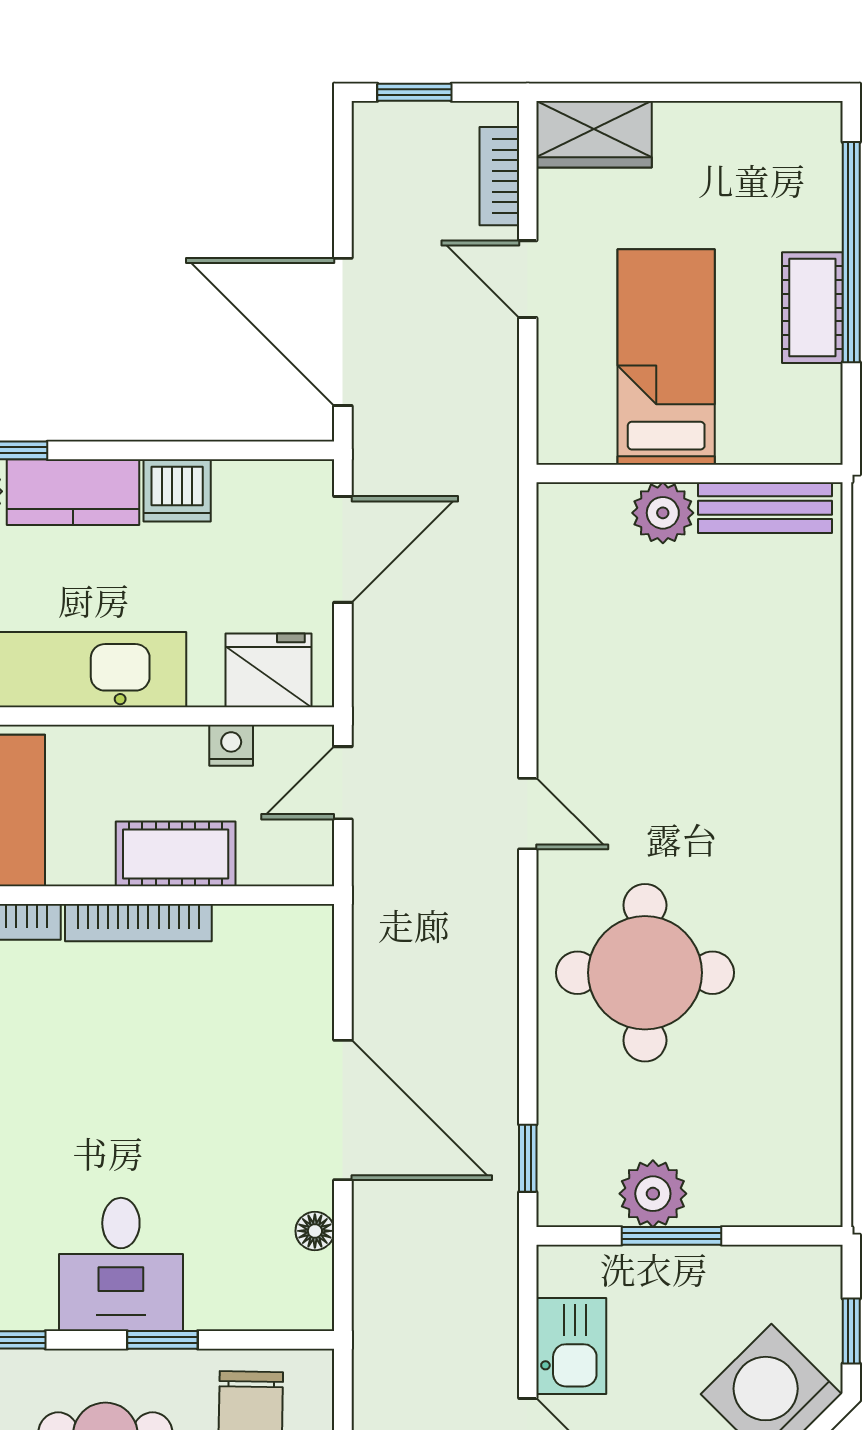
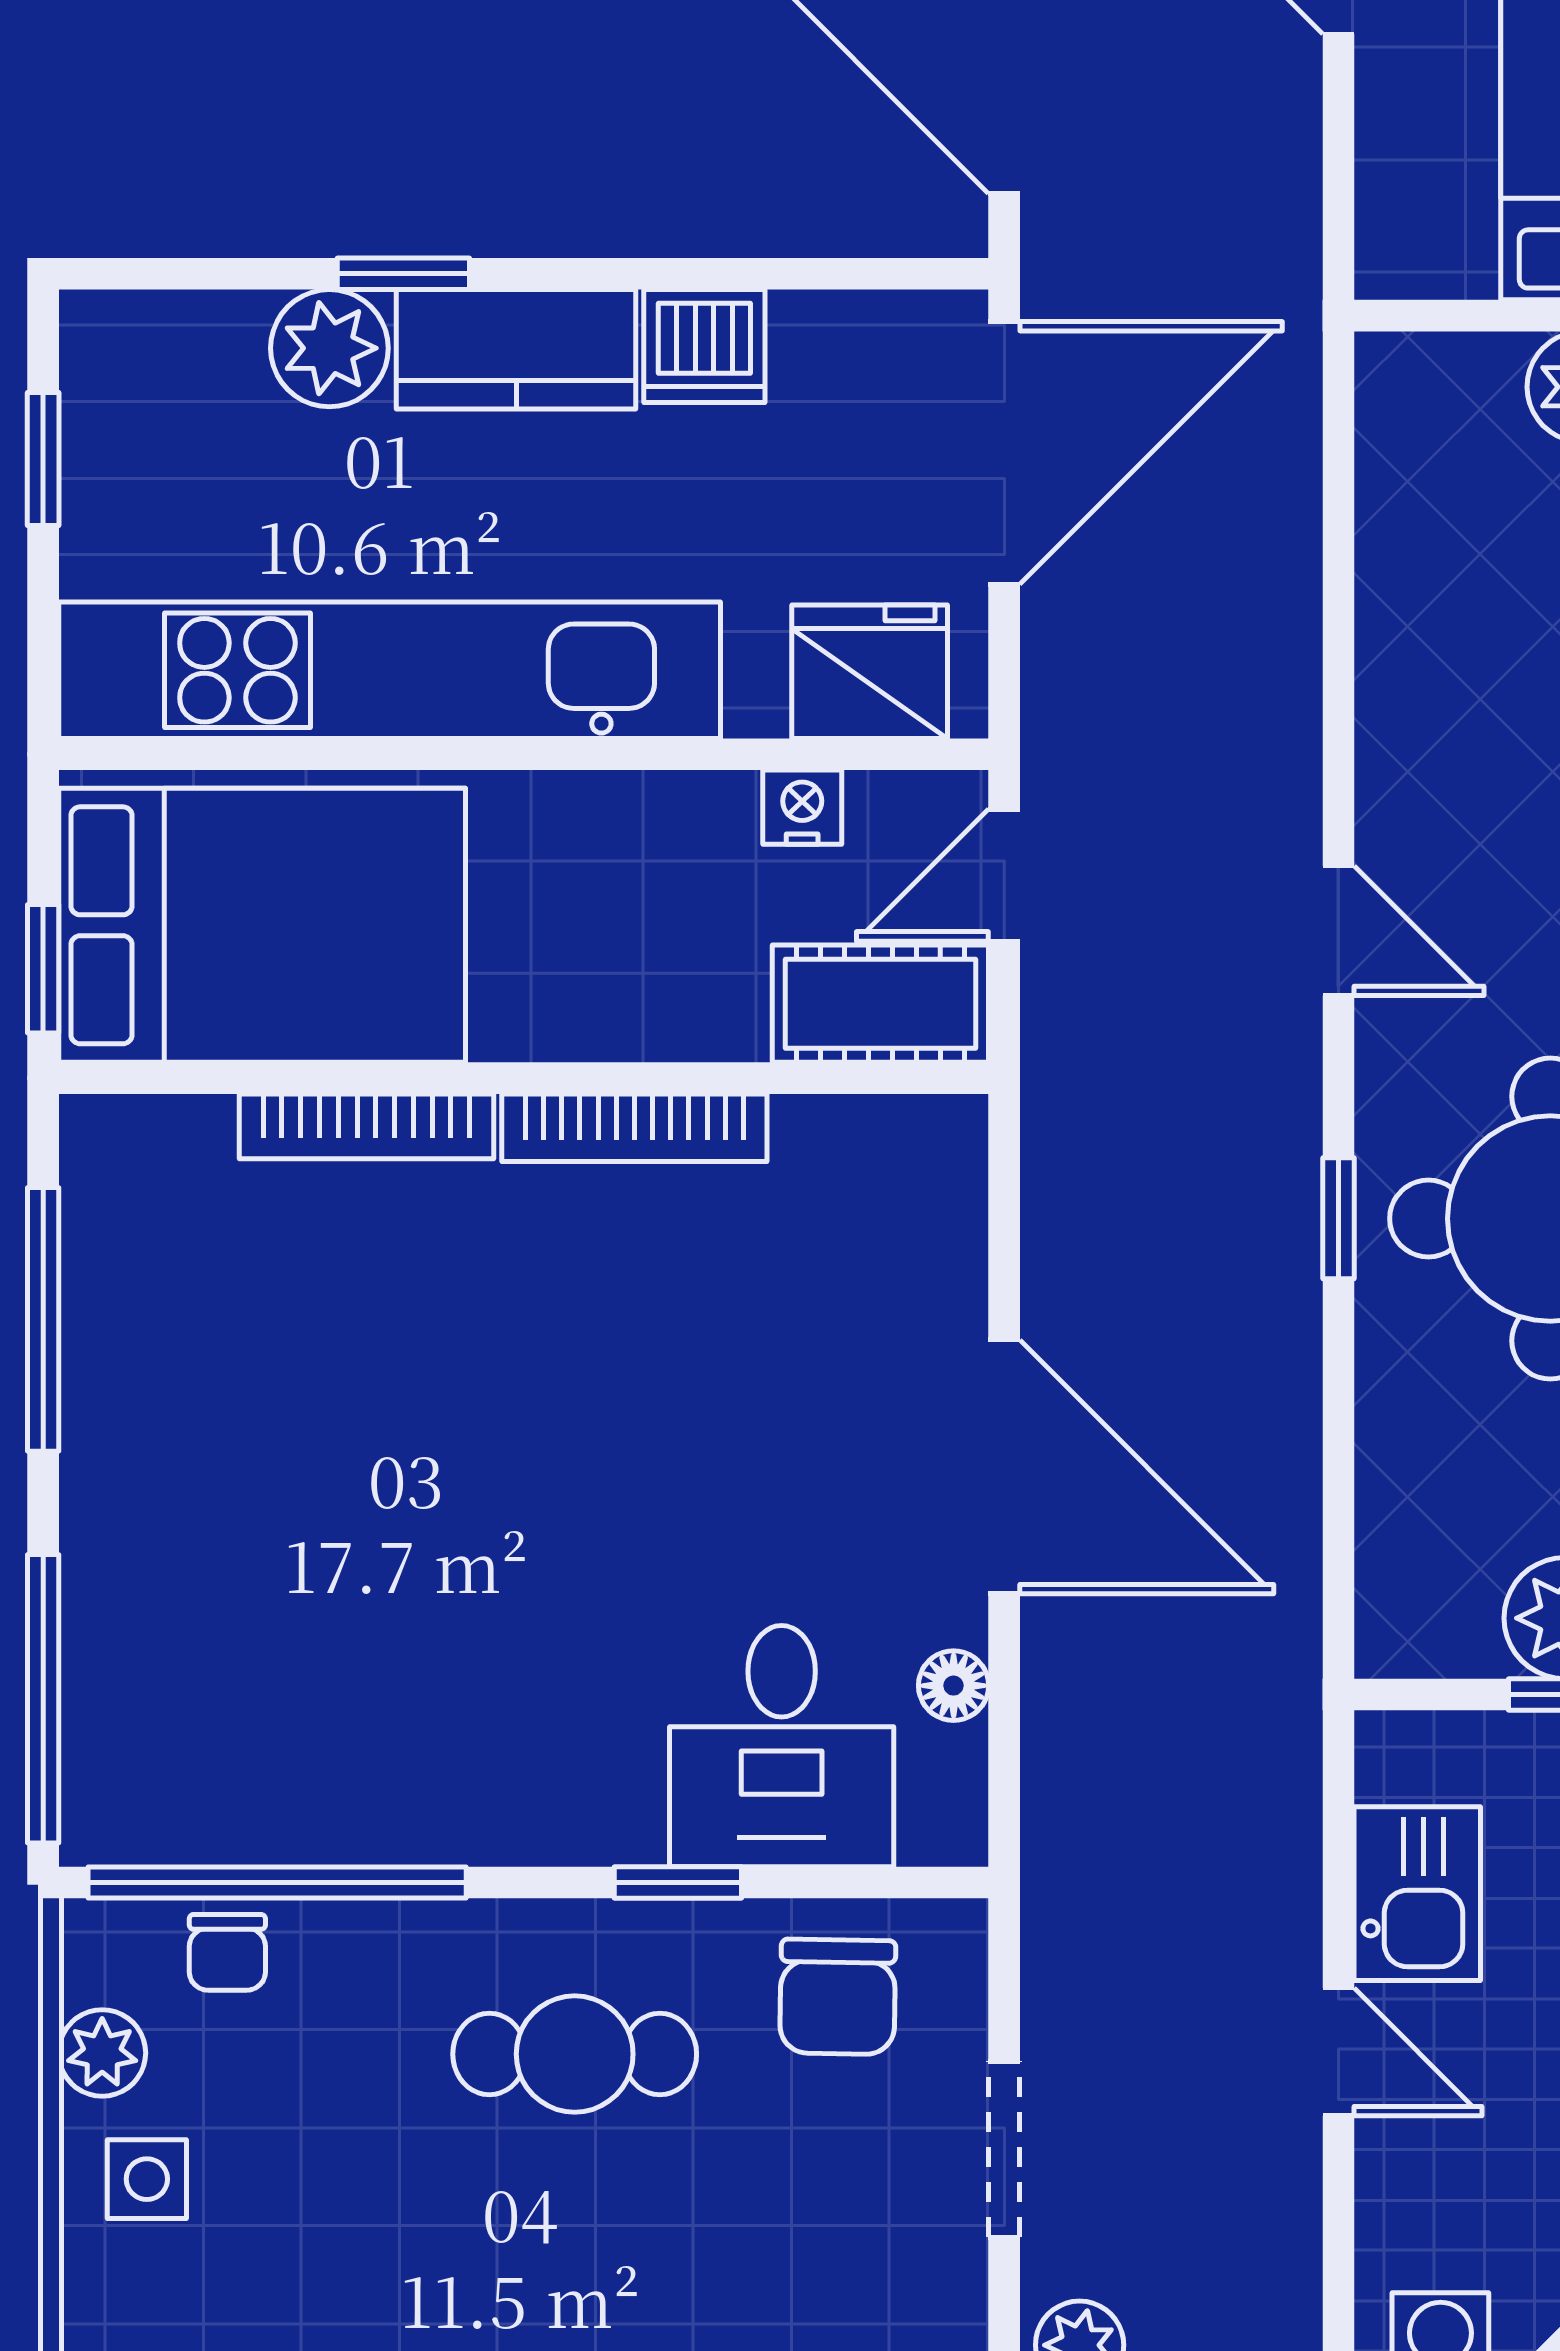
door: (343, 549) -> (1004, 453), width x1.36
cot: (176, 854) -> (880, 1004), moved
window: (528, 1158) -> (1338, 1218), moved
desk: (121, 1264) -> (782, 1746), moved

